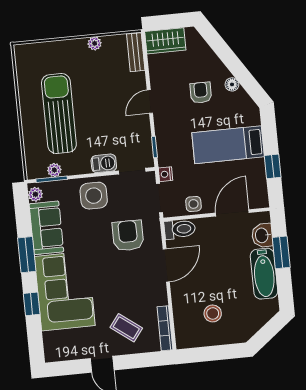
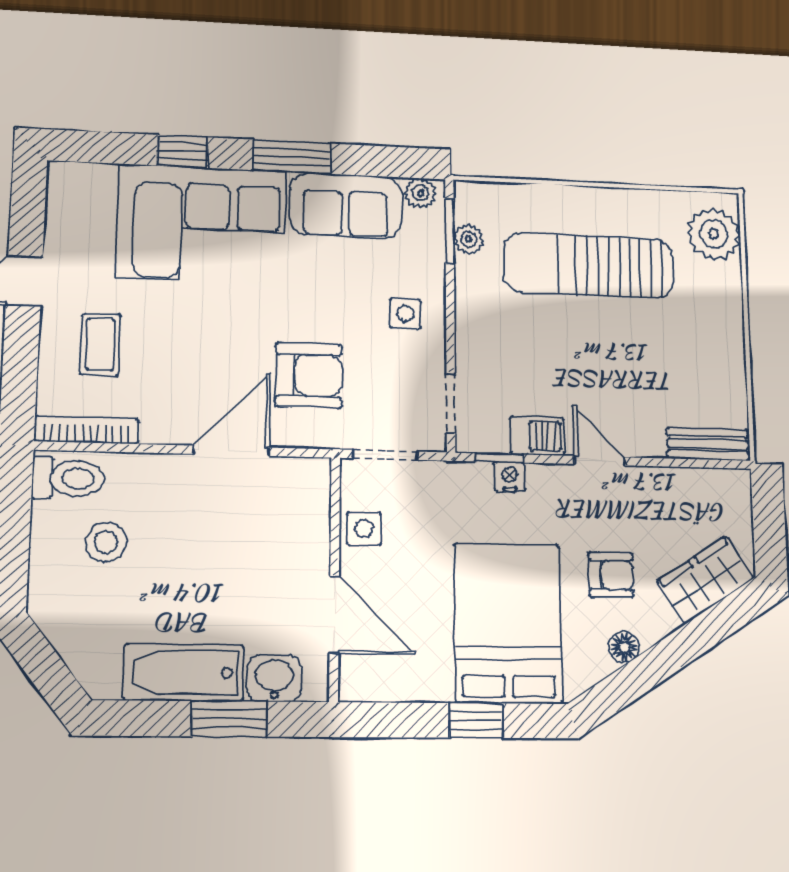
wardrobe: (165, 41) -> (706, 580), moved, turned 57
plant: (95, 43) -> (714, 234), moved, width x1.88, depth x1.88
sun lounger: (59, 113) -> (589, 265), turned 180
bed: (228, 145) -> (508, 623), width x1.50
barbecue: (104, 163) -> (537, 436), moved, turned -90
window: (273, 166) -> (476, 721), moved
nightstand: (166, 174) -> (510, 477), moved
side table: (94, 196) -> (405, 314), width x0.54, depth x0.54
toilet: (180, 229) -> (68, 478), moved, turned -90
door: (166, 265) -> (231, 451), swing flipped
coffee table: (126, 328) -> (100, 345), turned -37

